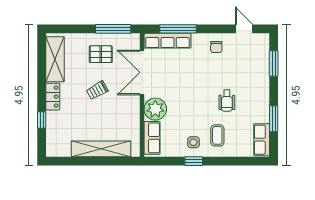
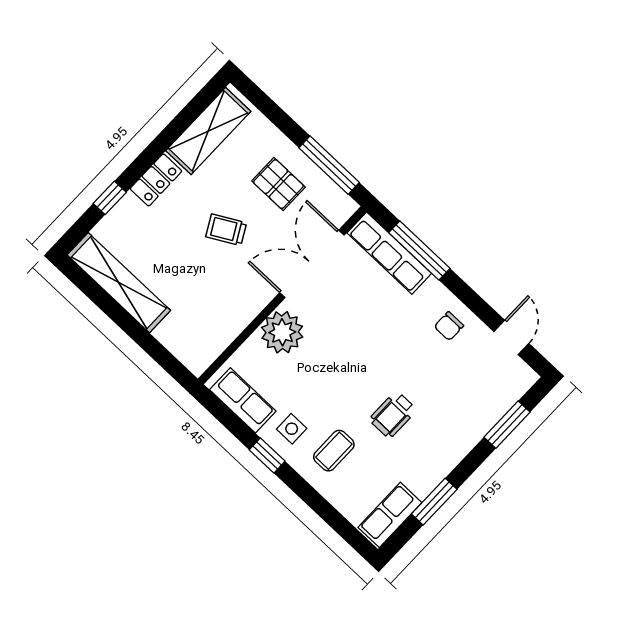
row of seats: (152, 138) -> (243, 400), moved, turned -90
shelving: (101, 149) -> (119, 283), moved

